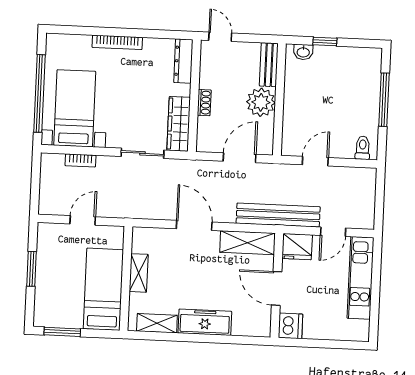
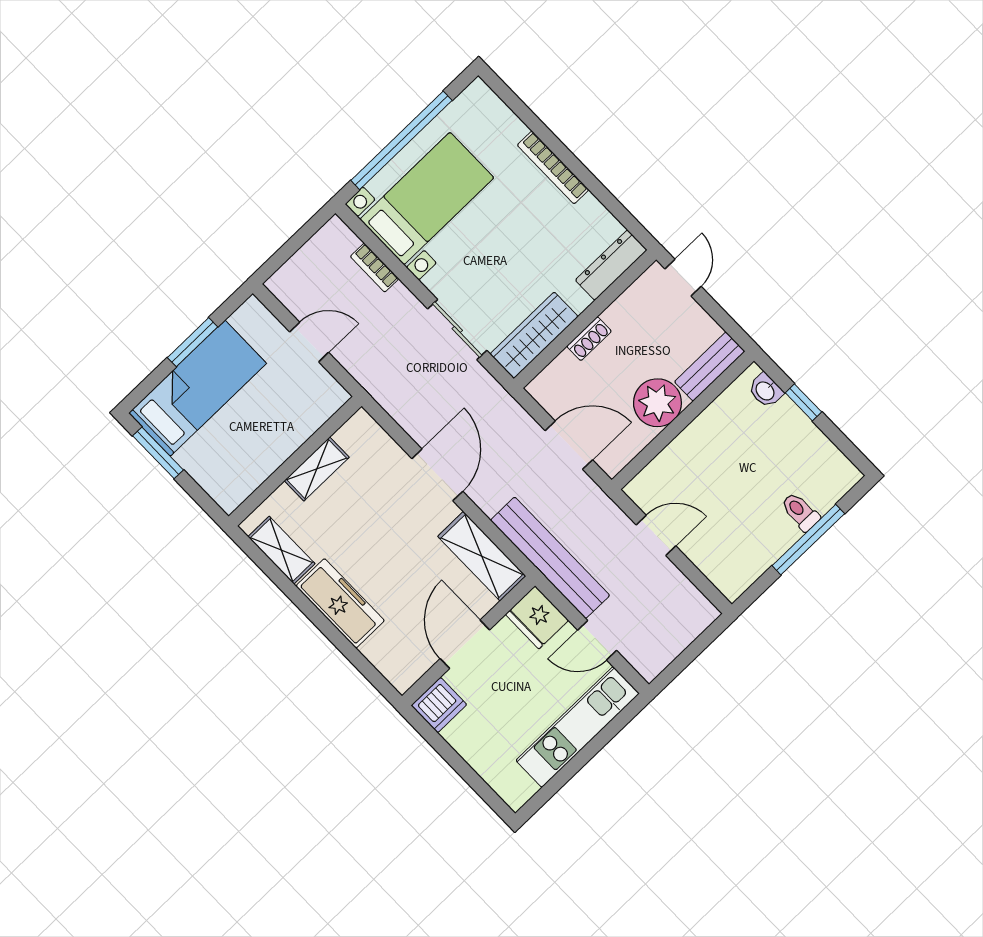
toilet: (363, 148) -> (800, 512), moved, turned -90
bed: (103, 289) -> (198, 388), moved

